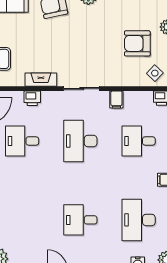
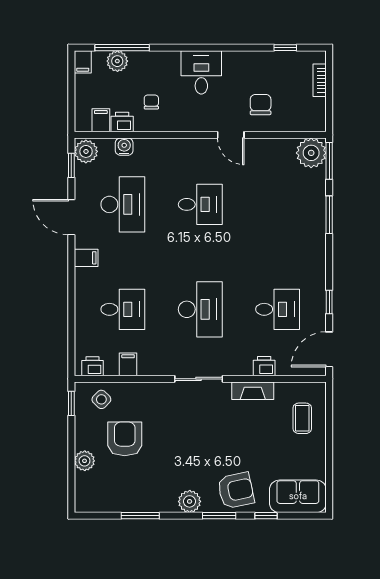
armchair: (137, 43) -> (125, 439), turned -90
filing cabinet: (116, 100) -> (128, 364), moved

